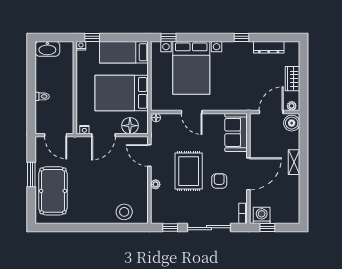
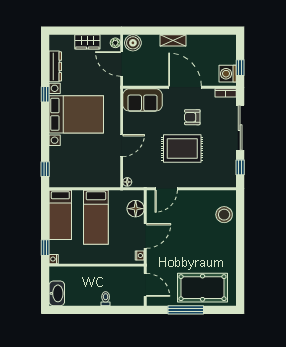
bed with nightstands: (191, 68) -> (76, 114), moved
bed: (122, 93) -> (96, 217), width x0.67
door: (56, 135) -> (145, 285), hinge flipped
door: (103, 135) -> (145, 236), hinge flipped
window: (31, 175) -> (186, 310), width x1.44
plant: (156, 184) -> (196, 182), removed

